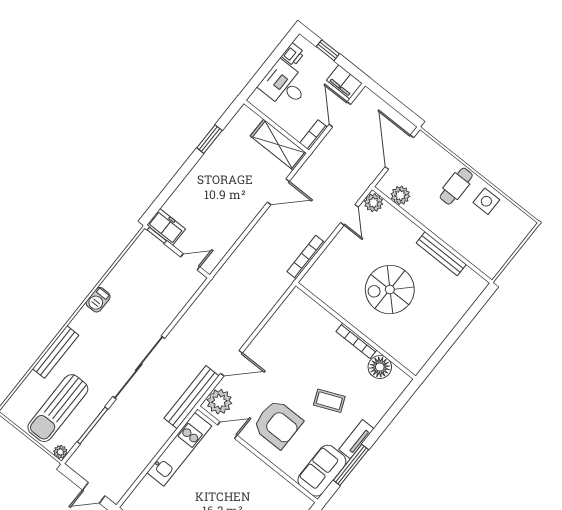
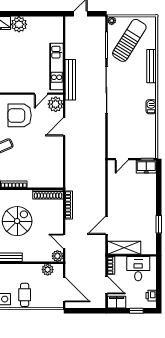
desk: (284, 85) -> (138, 269), moved, turned -90
shoe rack: (322, 292) -> (48, 194), added
bench: (192, 397) -> (70, 80), moved
sun lounger: (58, 408) -> (129, 40), turned 32

